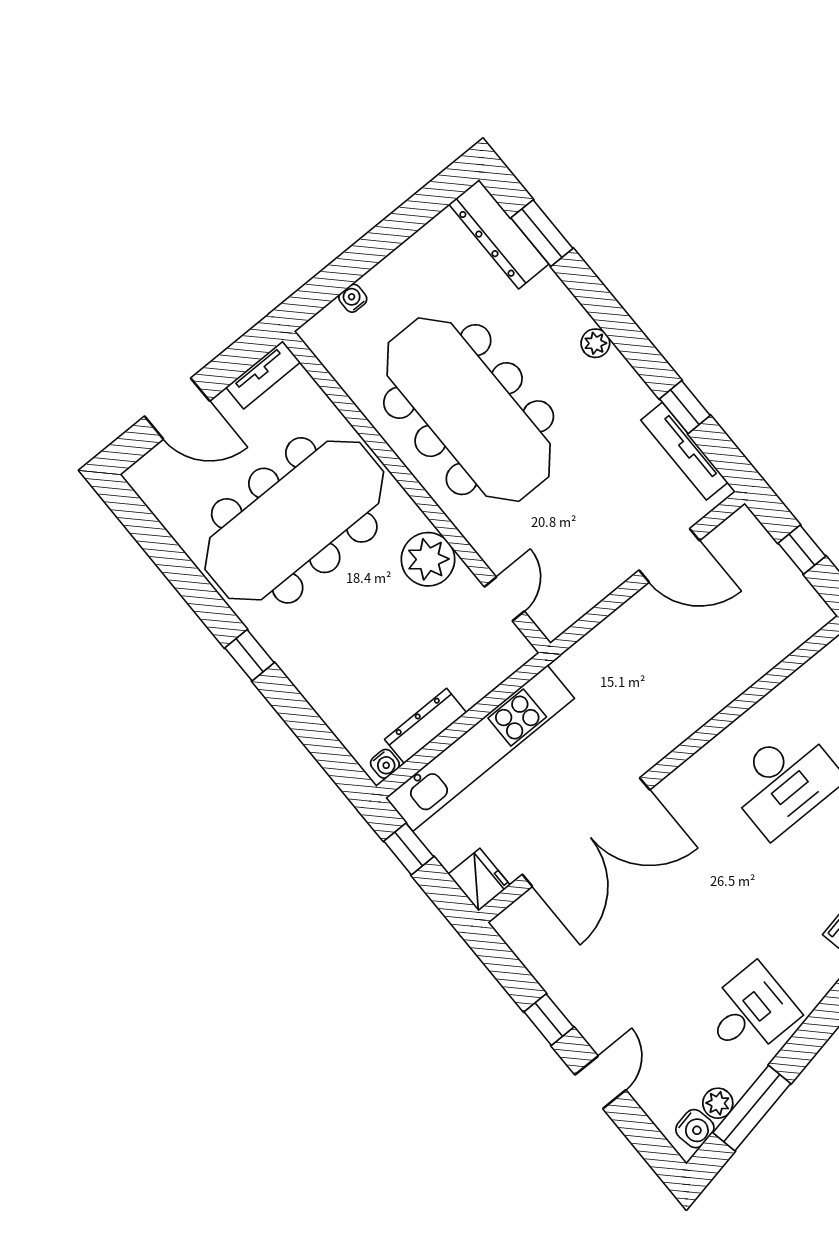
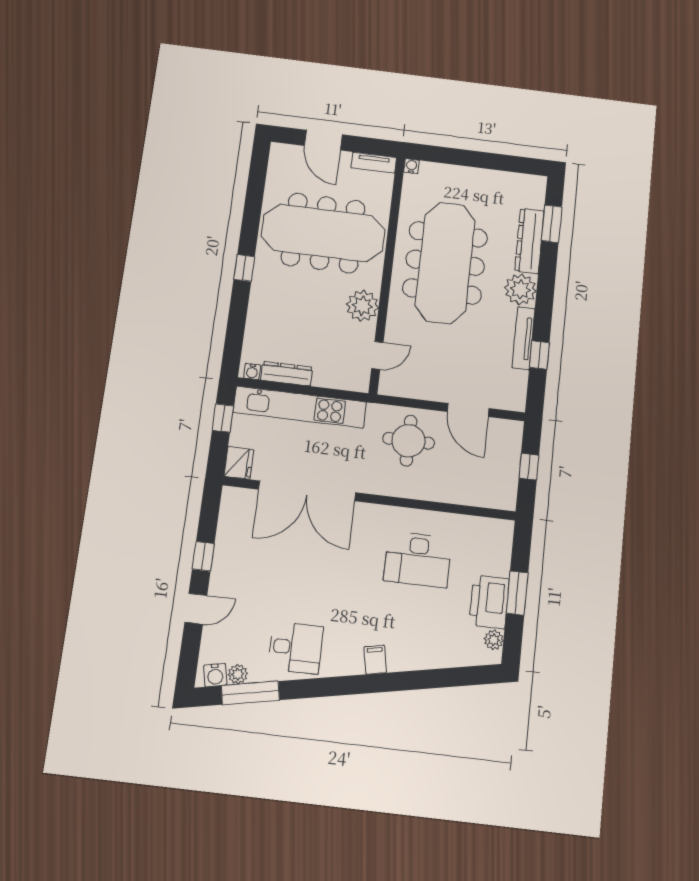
dresser: (499, 234) -> (529, 241), moved
water cooler: (353, 298) -> (411, 166), moved
plant: (595, 343) -> (520, 289), width x1.87, depth x1.87
tv unit: (684, 451) -> (523, 338), moved
round table: (639, 660) -> (409, 441), added

